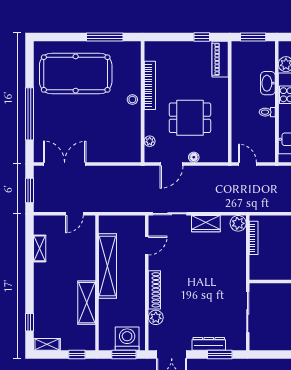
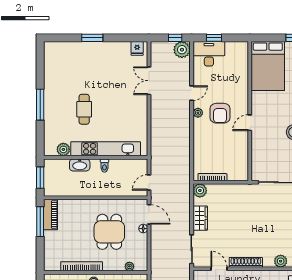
window: (202, 37) -> (40, 222), width x2.17
piano: (220, 59) -> (51, 215), moved, turned -90
door: (172, 164) -> (149, 214), moved
shoe rack: (154, 290) -> (246, 262), moved

